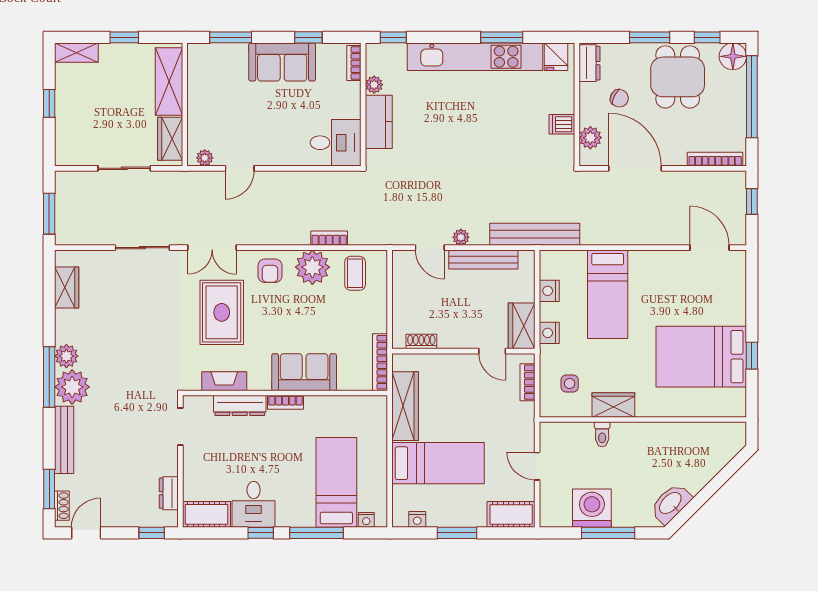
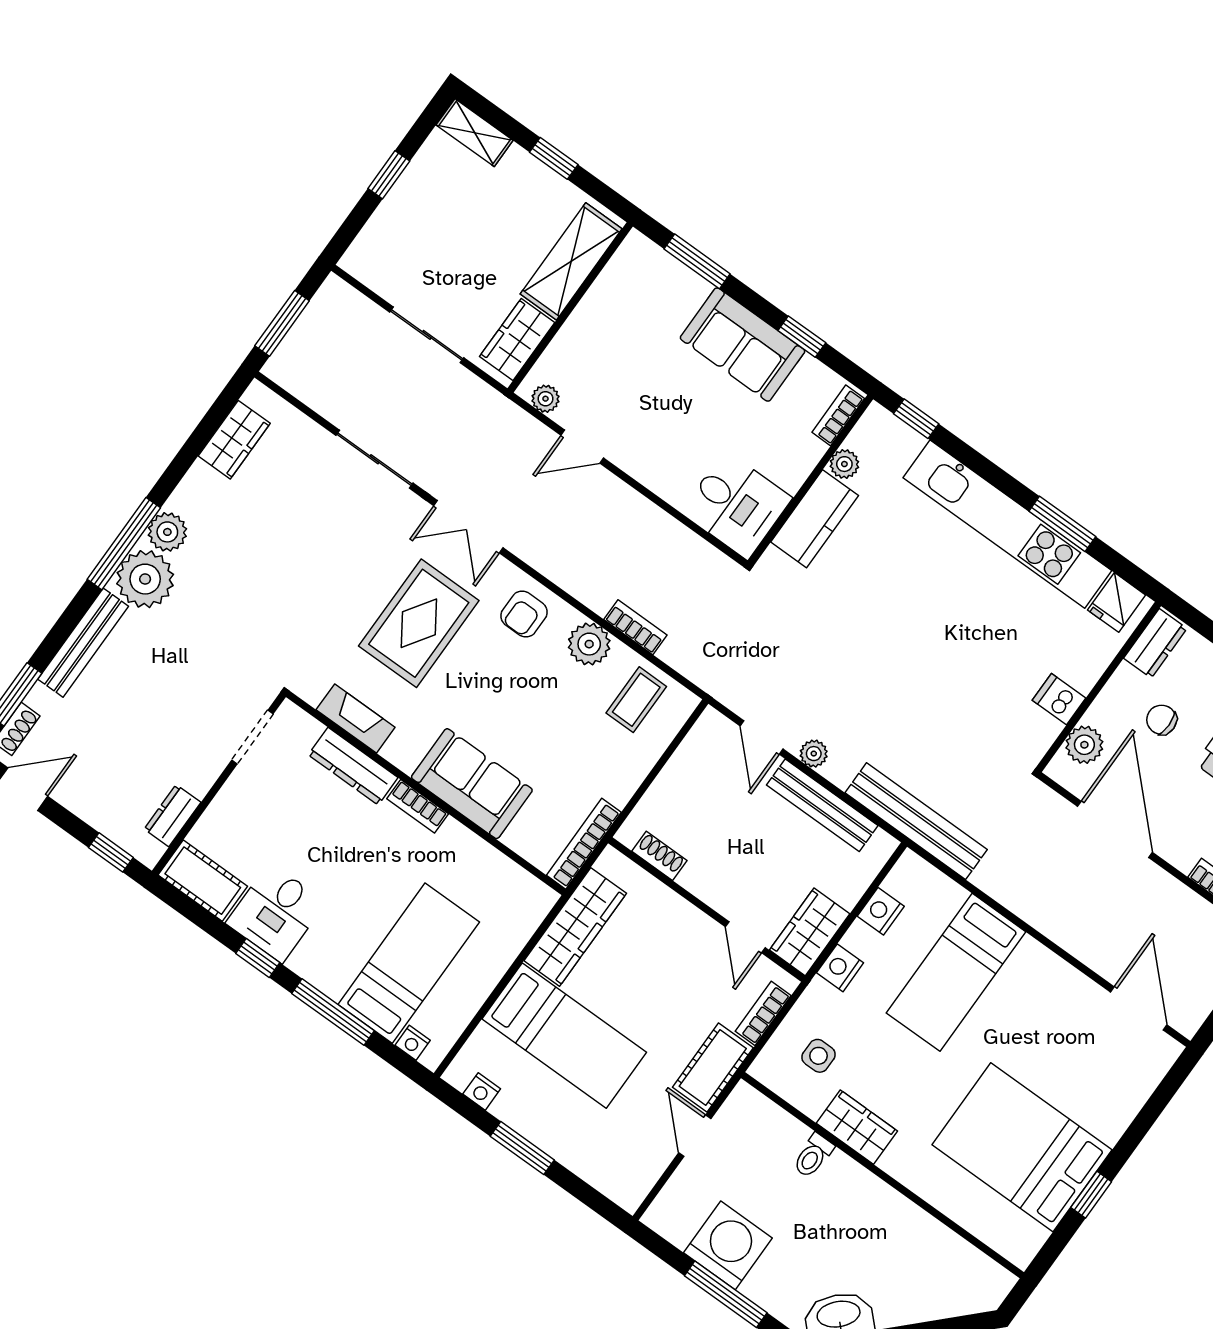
chair: (619, 98) -> (1162, 720), turned 153
plant: (312, 267) -> (589, 644), width x0.73, depth x0.73
cot: (511, 514) -> (713, 1067), moved, turned 90

